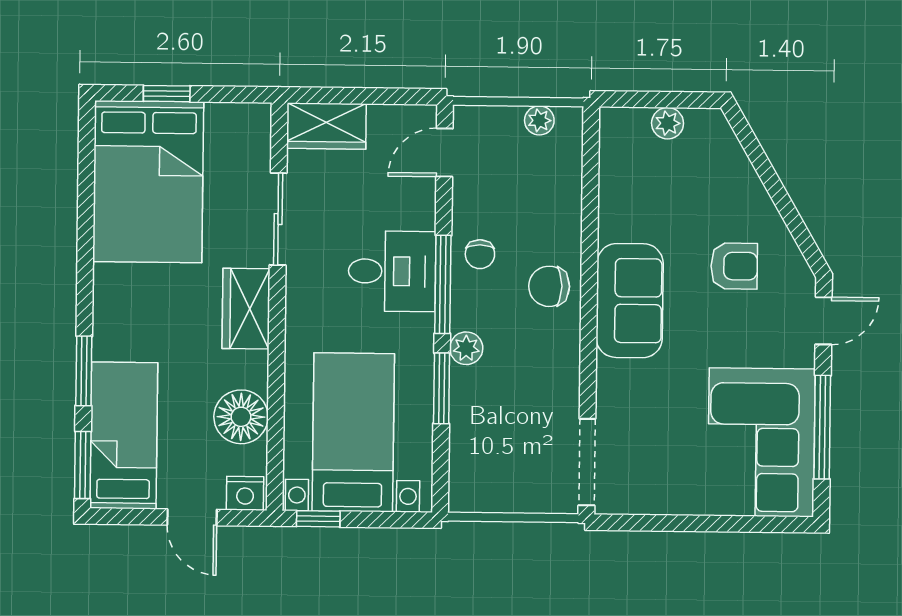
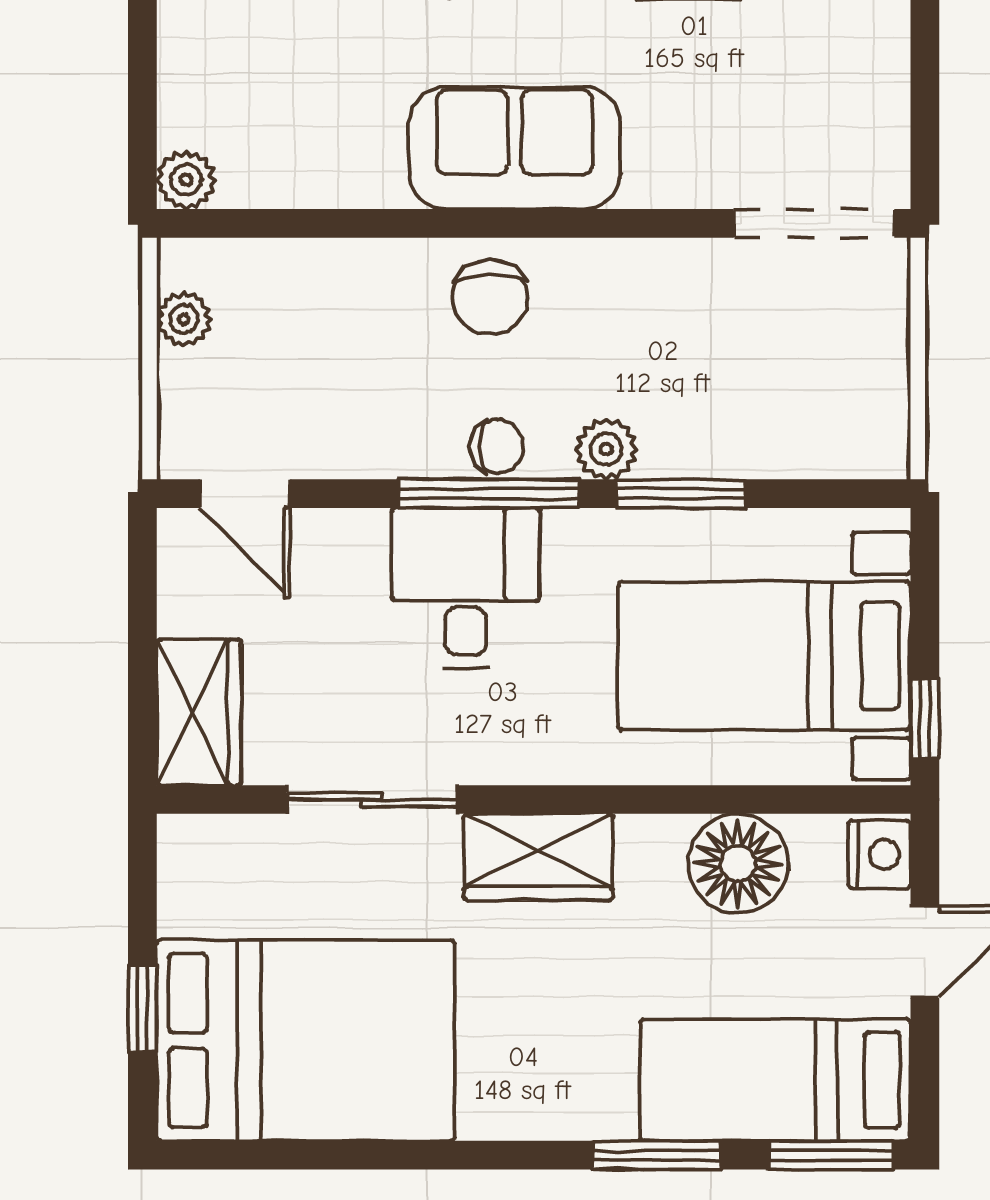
plant: (668, 123) -> (186, 180), moved
chair: (480, 254) -> (497, 446), moved

